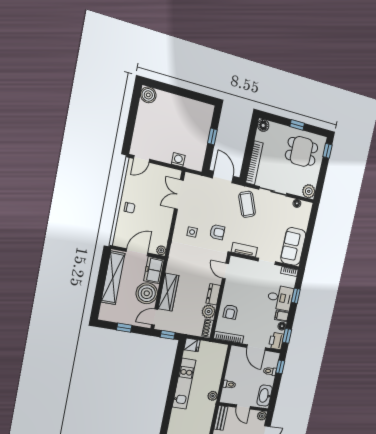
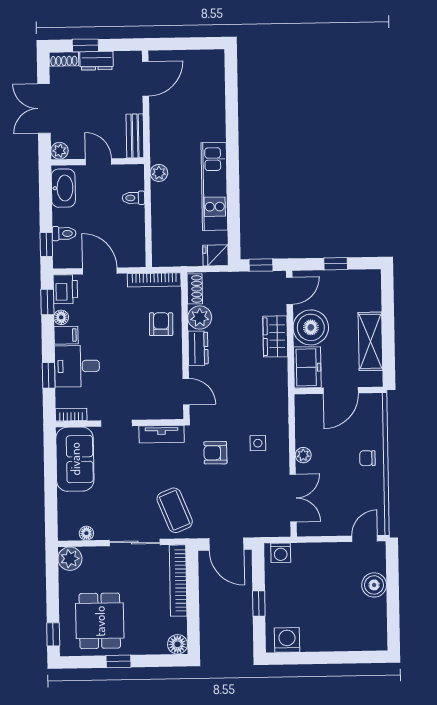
boiler: (148, 95) -> (374, 585), moved
washing machine: (201, 110) -> (287, 640), added
dining table: (302, 151) -> (100, 621), turned 90
washing machine: (178, 160) -> (281, 553), moved
plant: (161, 250) -> (303, 455), moved
shelving: (113, 278) -> (370, 341), width x0.68
wardrobe: (169, 292) -> (275, 336), width x0.67

